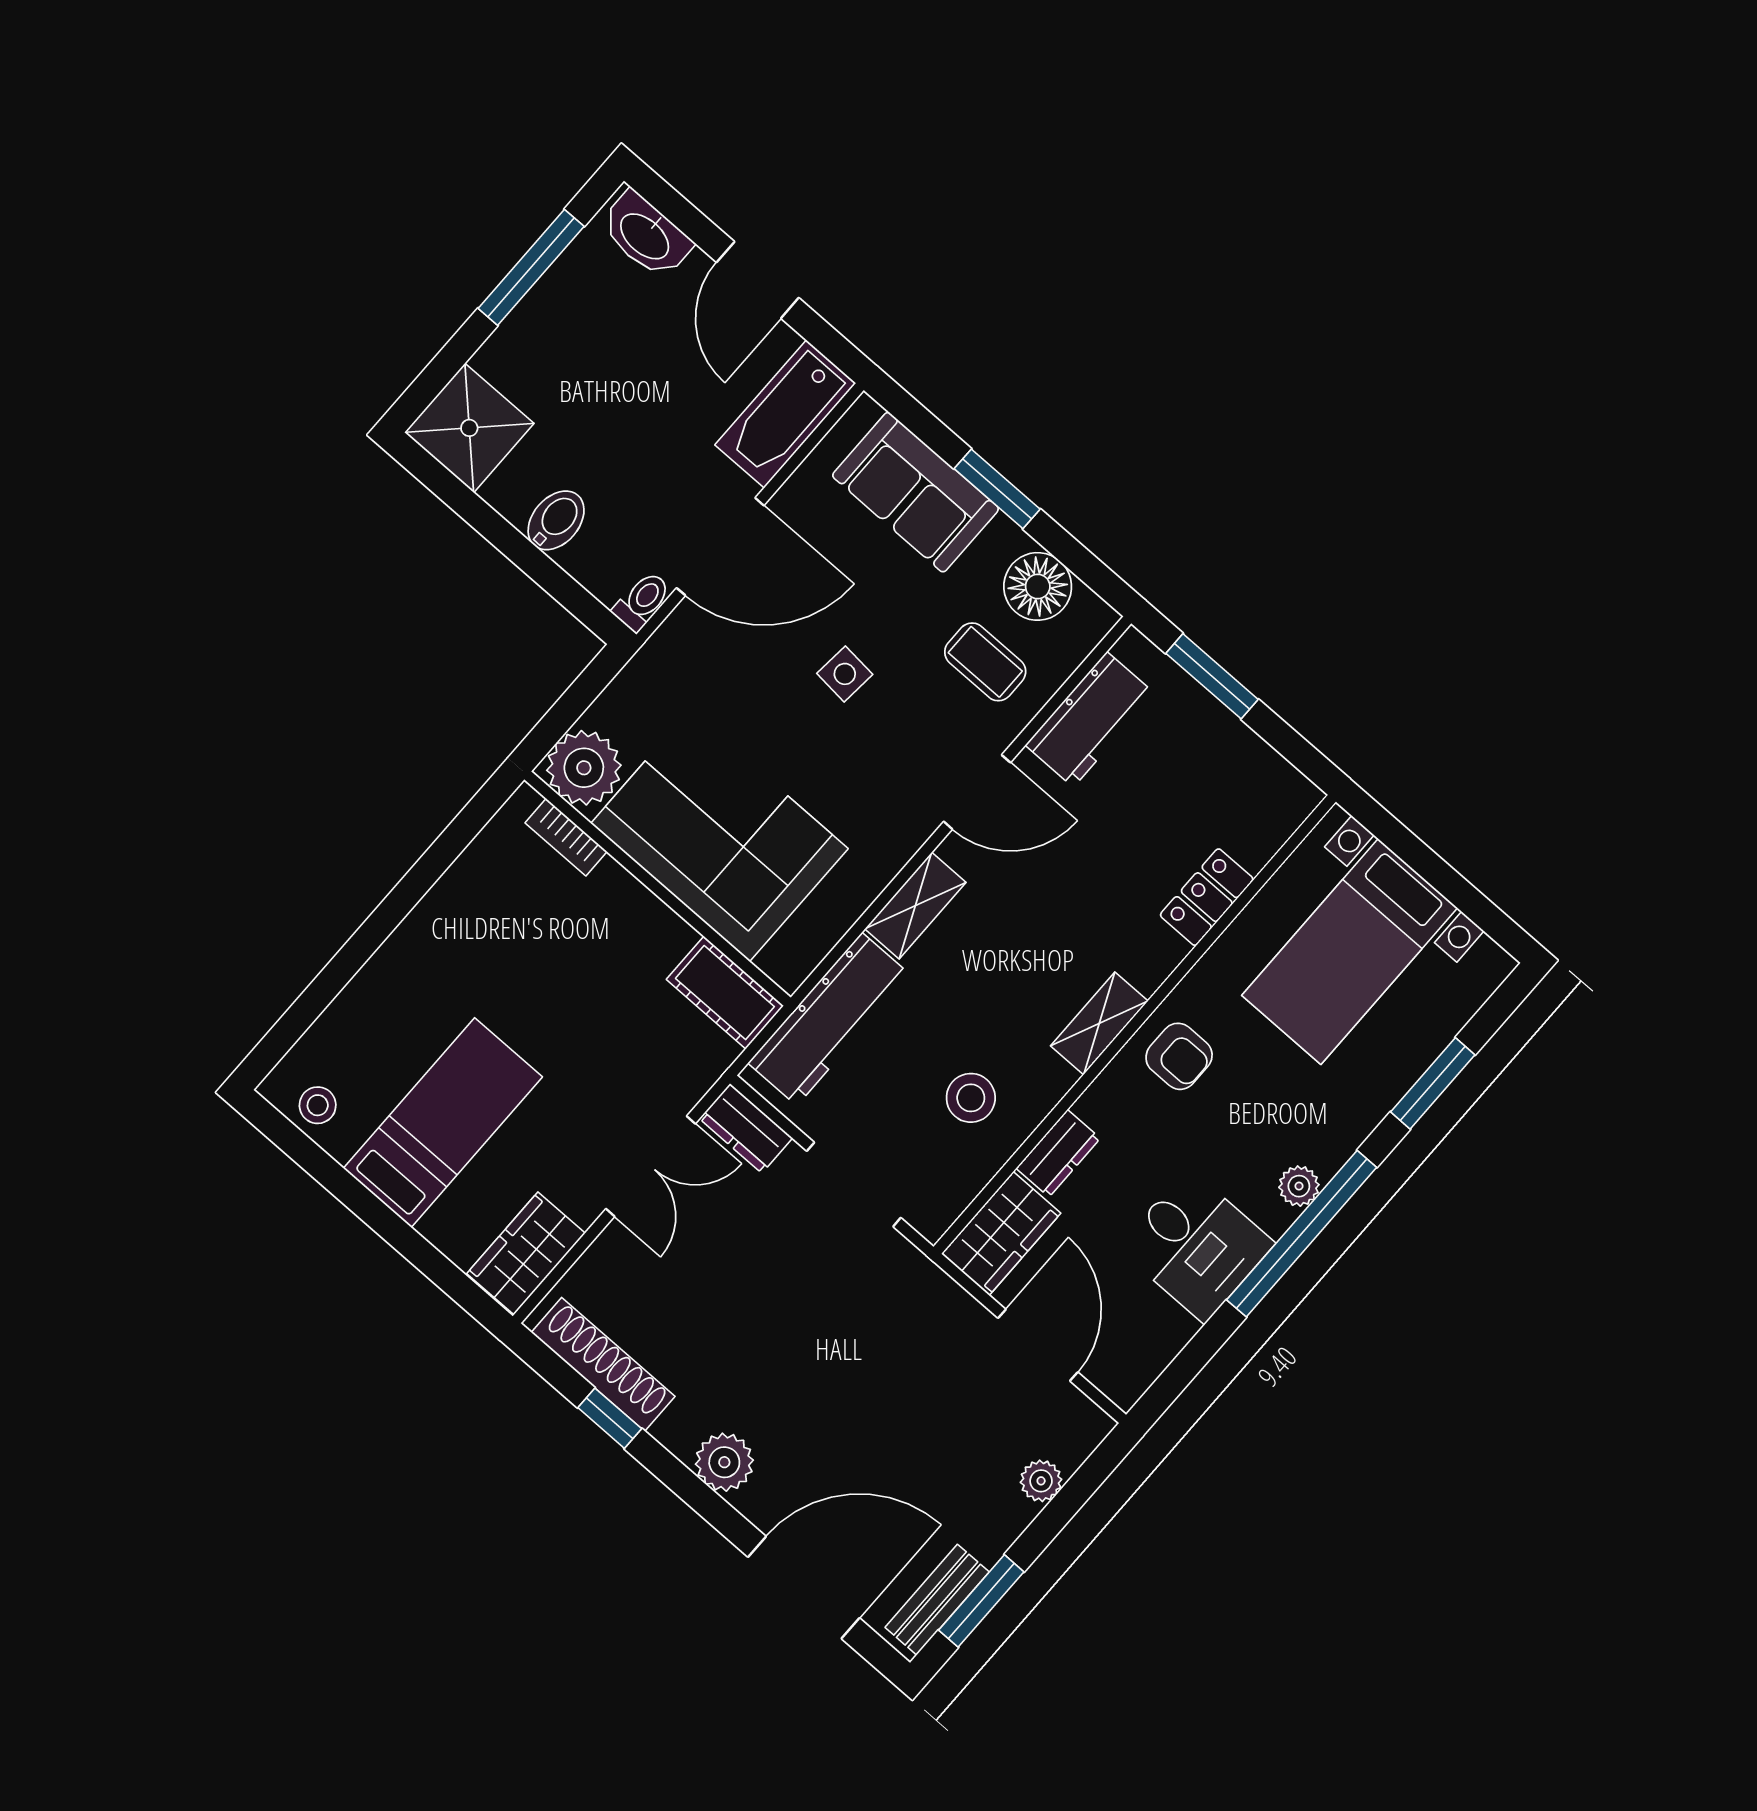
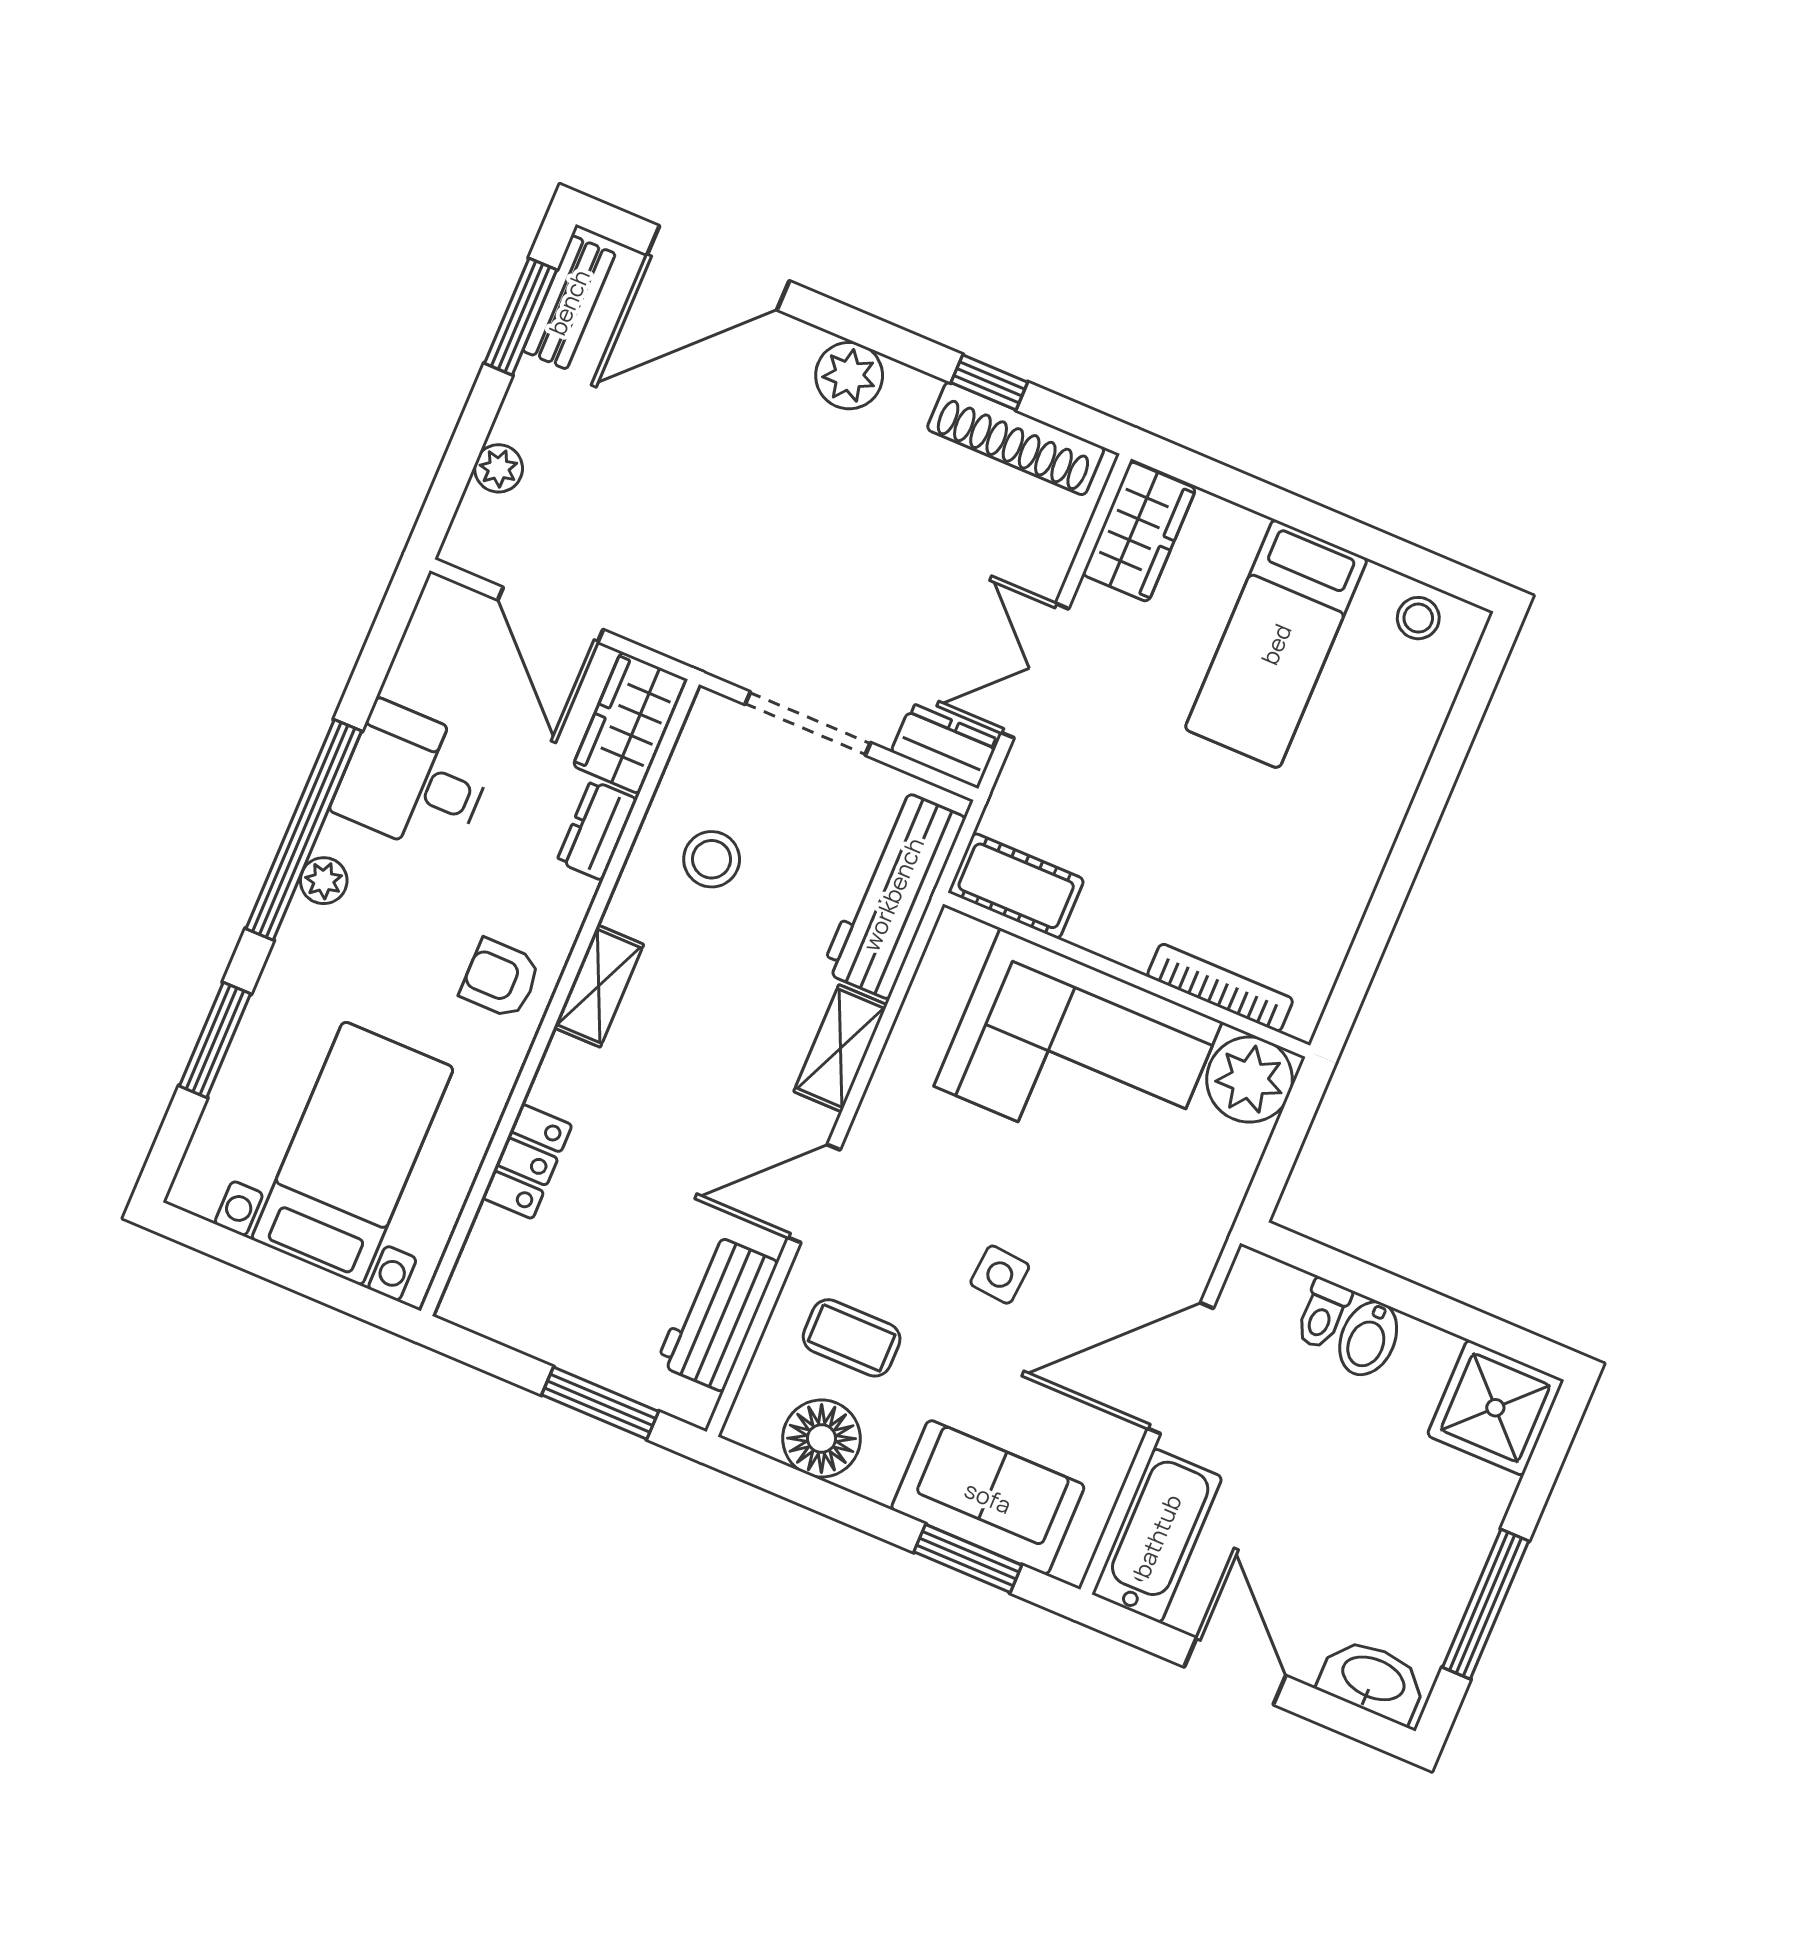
window: (997, 489) -> (968, 1558), moved
toilet: (642, 601) -> (1323, 1314), moved
bookcase: (566, 837) -> (1220, 988), width x1.56

